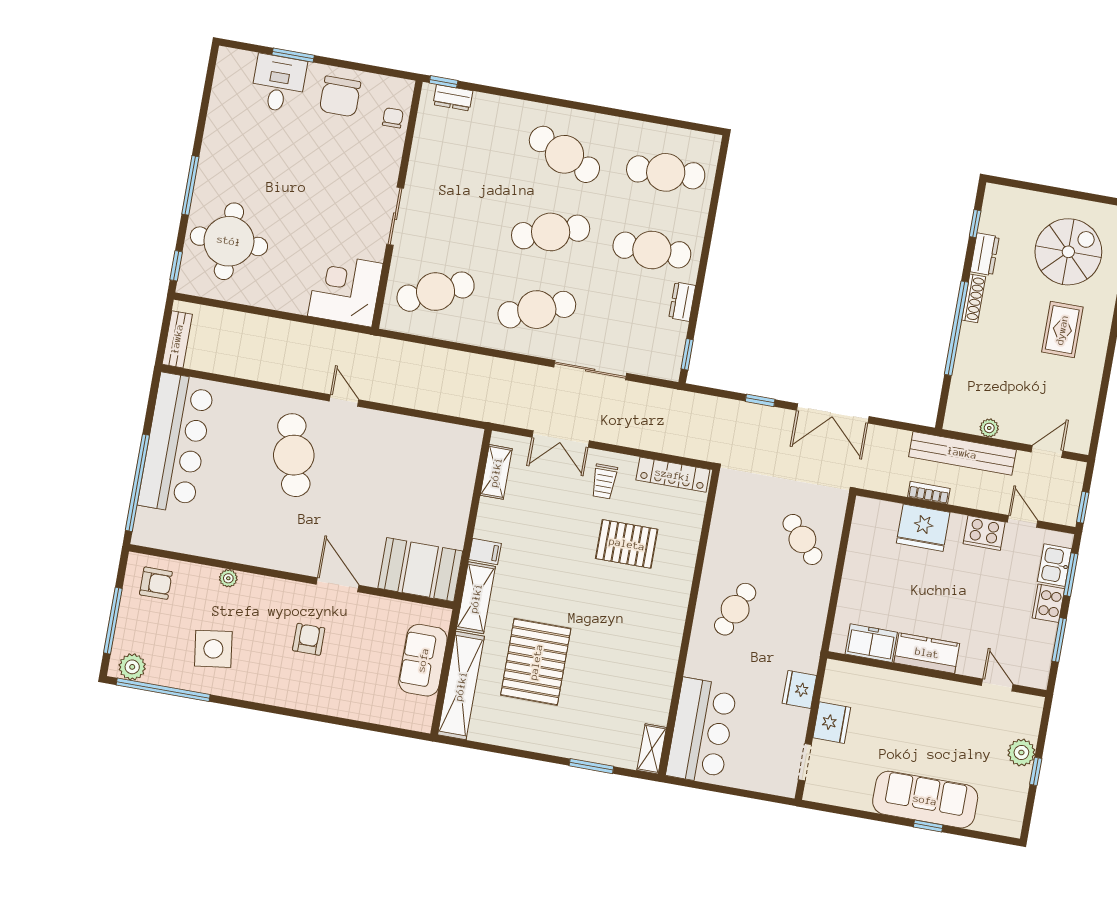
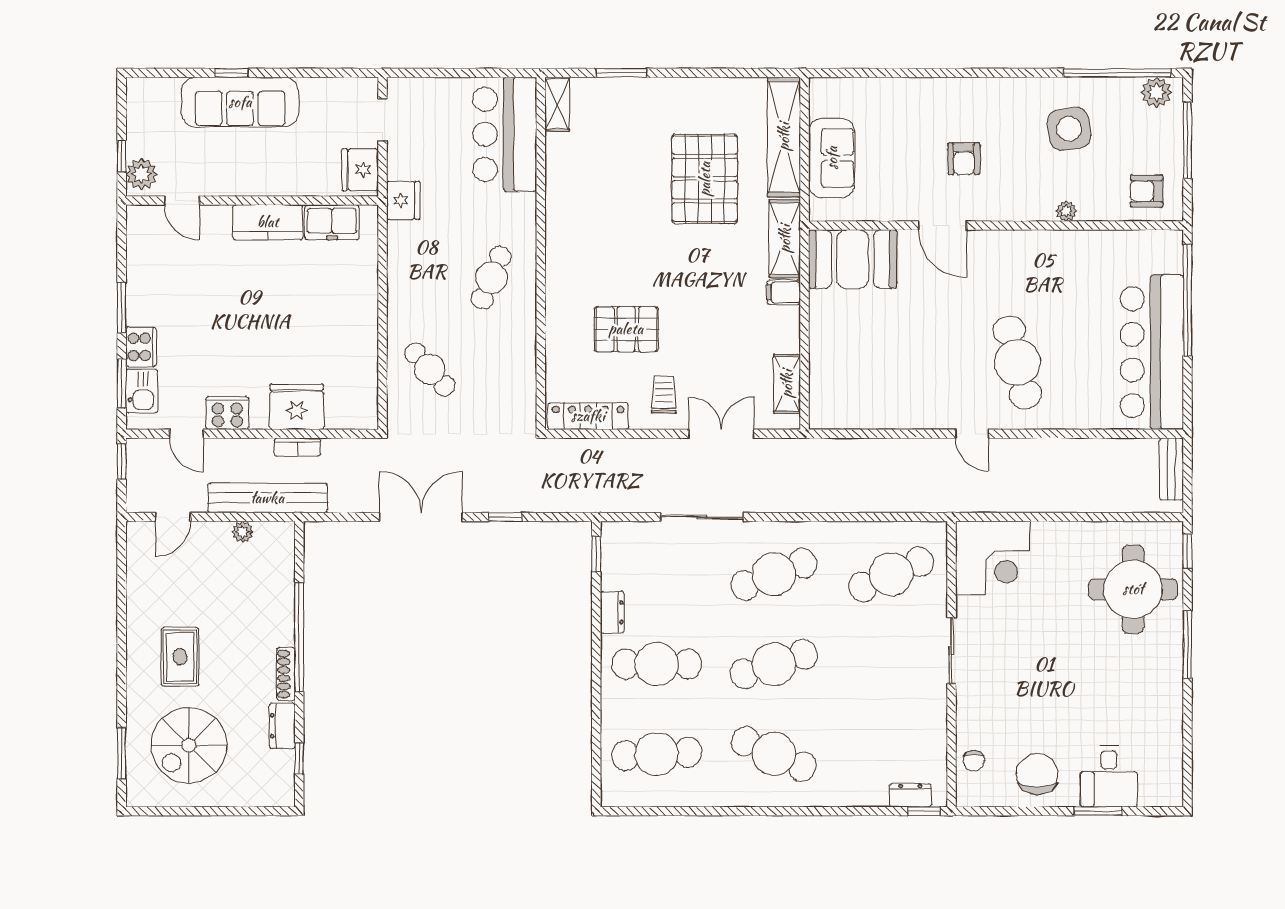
freezer: (871, 643) -> (332, 222), moved
kitchen counter: (927, 653) -> (268, 222), moved
wall: (937, 674) -> (252, 201), moved
door: (997, 685) -> (182, 201), moved

